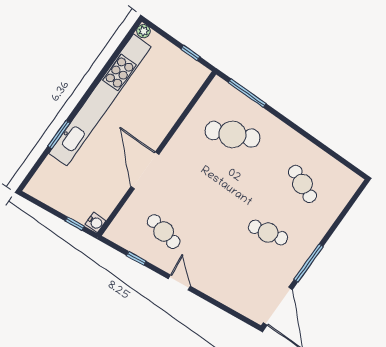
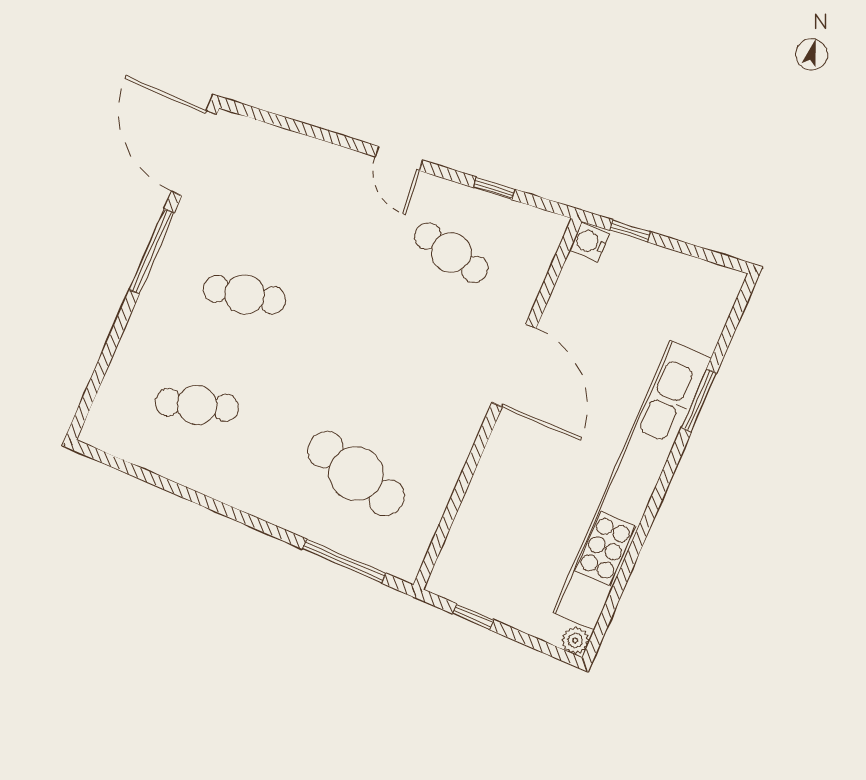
cafe table: (232, 134) -> (356, 474), turned 39
cafe table: (302, 184) -> (197, 405), turned -42

